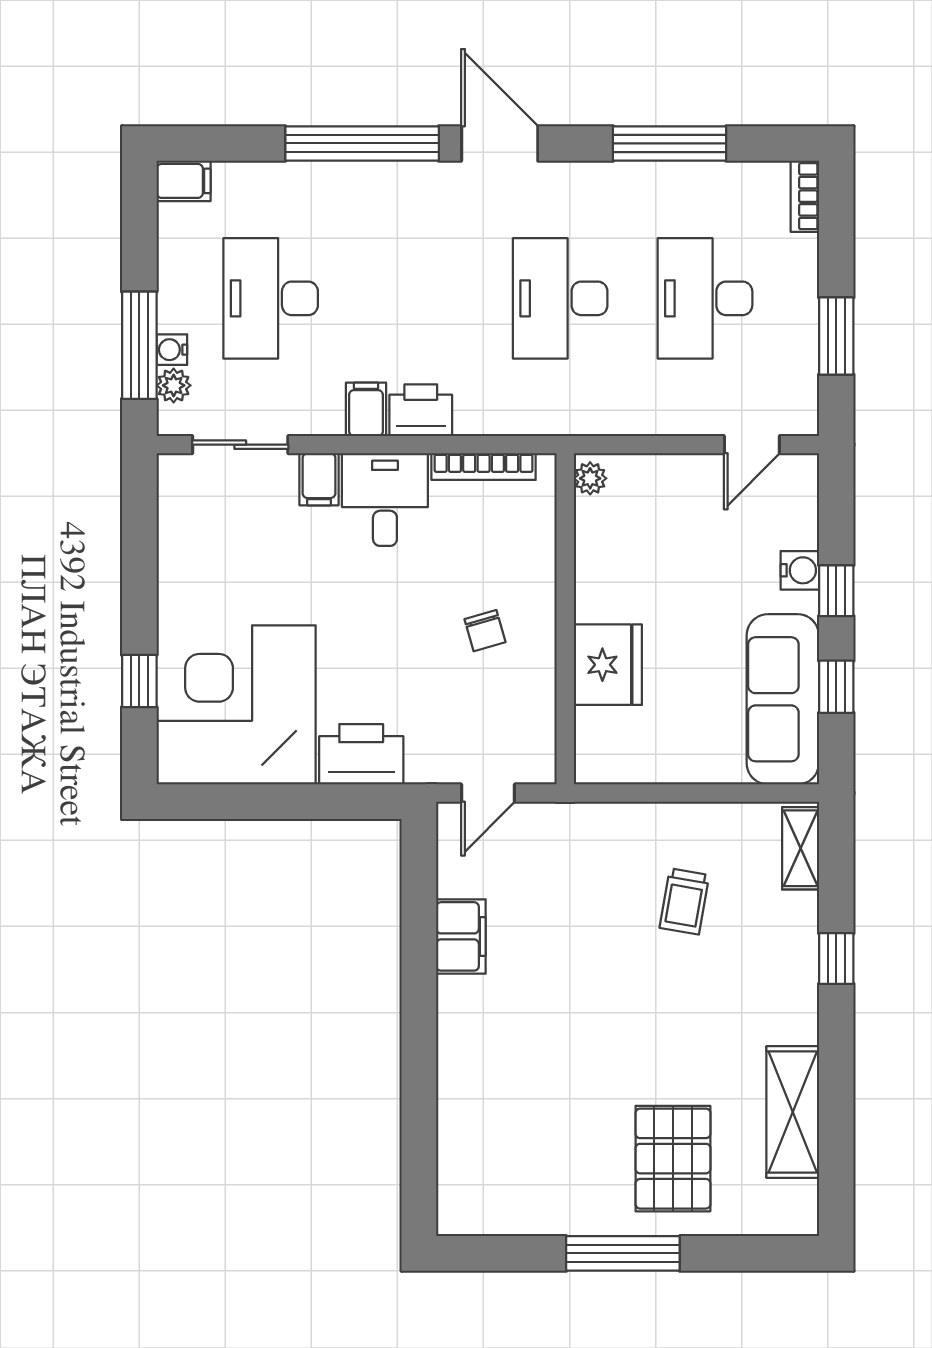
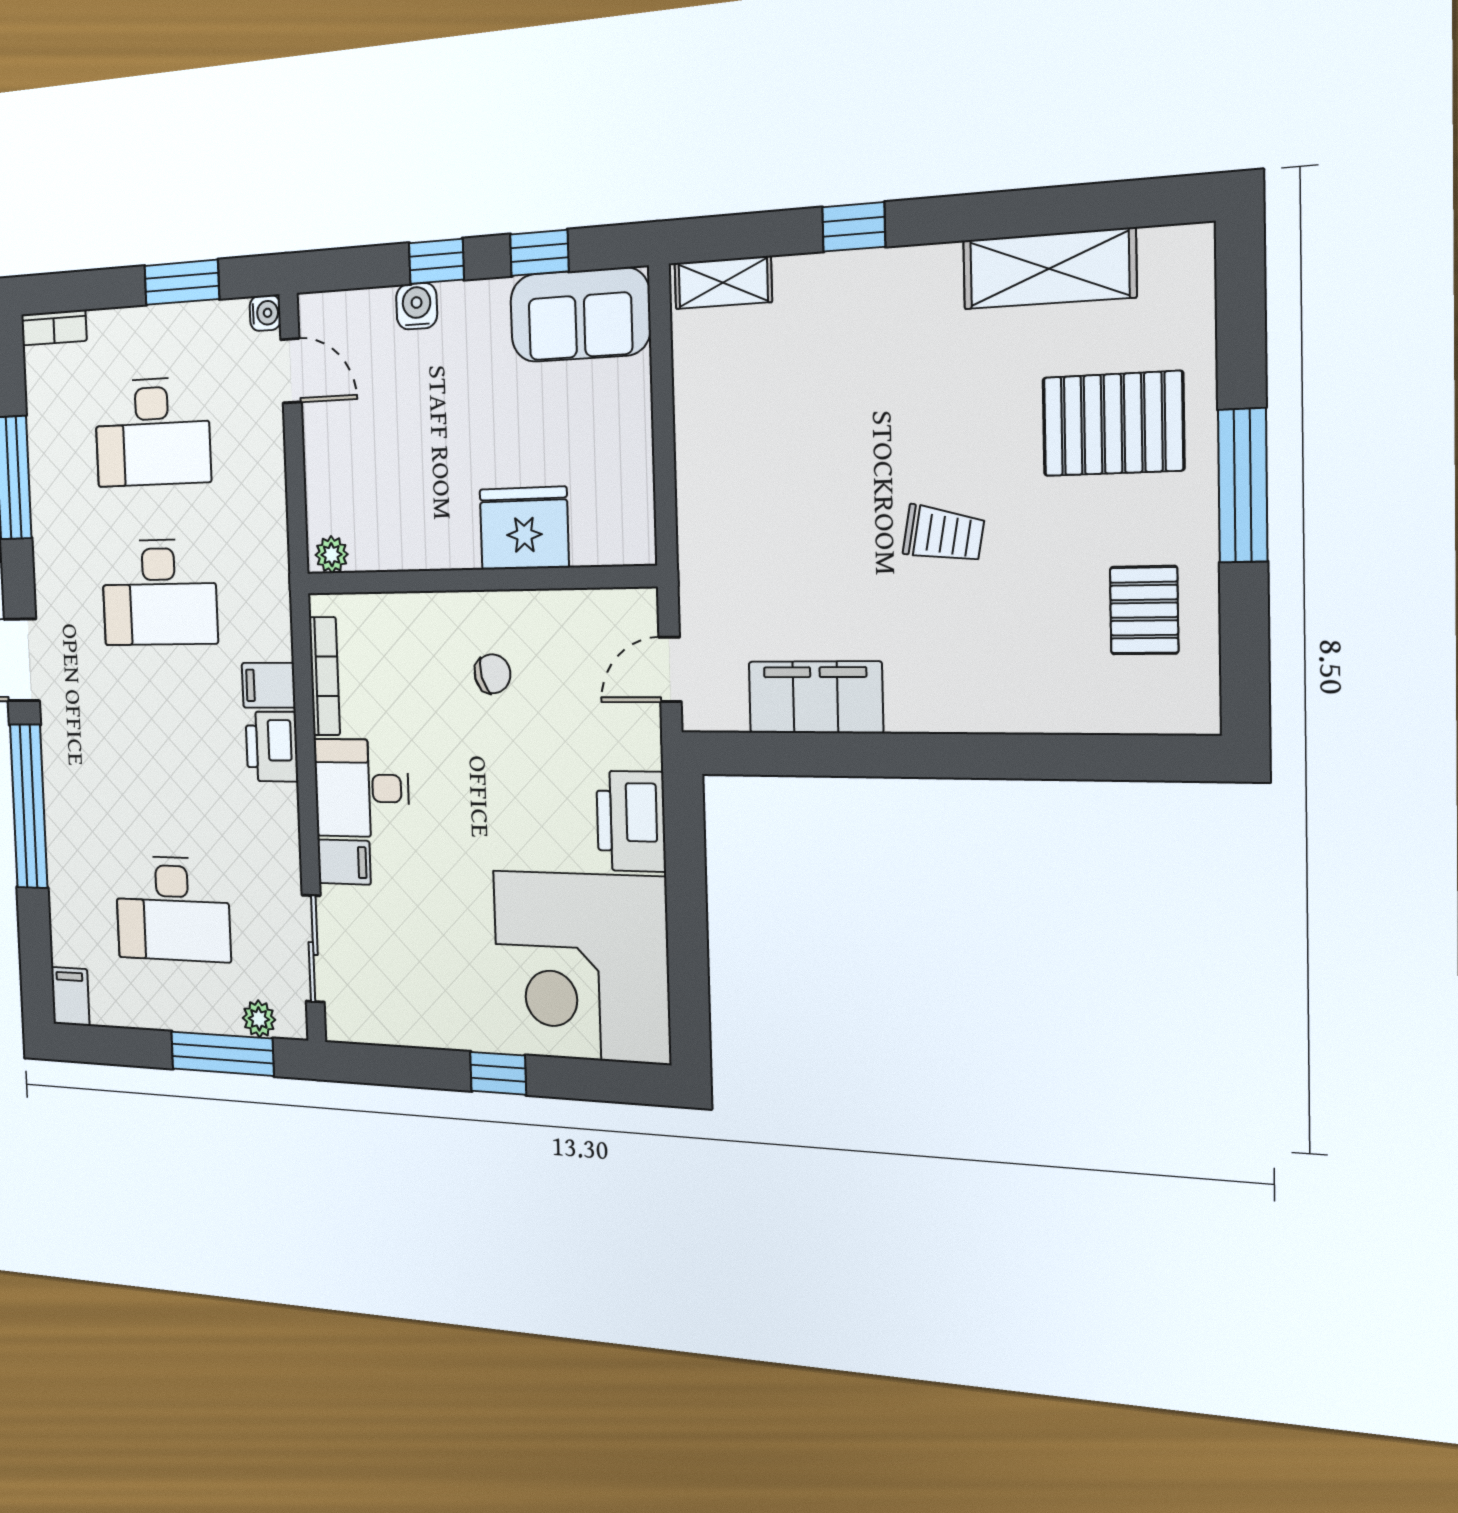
water cooler: (172, 350) -> (265, 313), moved, turned -90
filing cabinet: (366, 409) -> (269, 685), moved
window: (139, 681) -> (498, 1073), moved
sofa: (783, 699) -> (580, 315), width x0.73
door: (488, 793) -> (670, 669), swing flipped
trolley: (684, 901) -> (943, 534), moved
filing cabinet: (461, 936) -> (815, 697), width x1.50, depth x1.17
pallet: (531, 1180) -> (1144, 610), added

